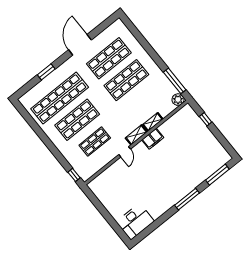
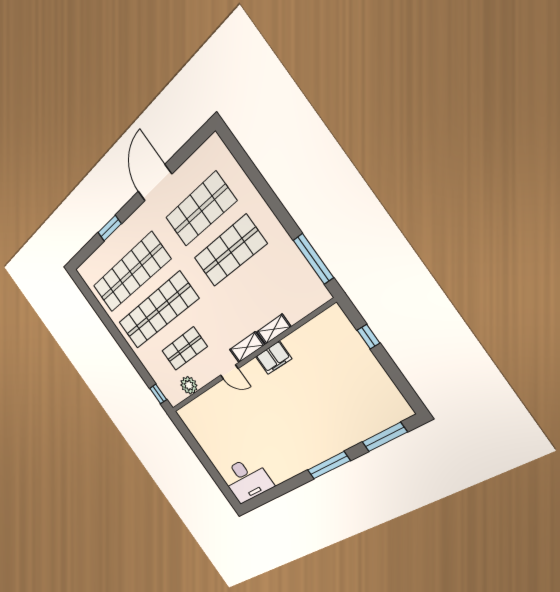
plant: (178, 100) -> (189, 385), moved
shop shelf: (77, 120) -> (158, 311), width x1.40
door: (125, 152) -> (229, 372), hinge flipped

